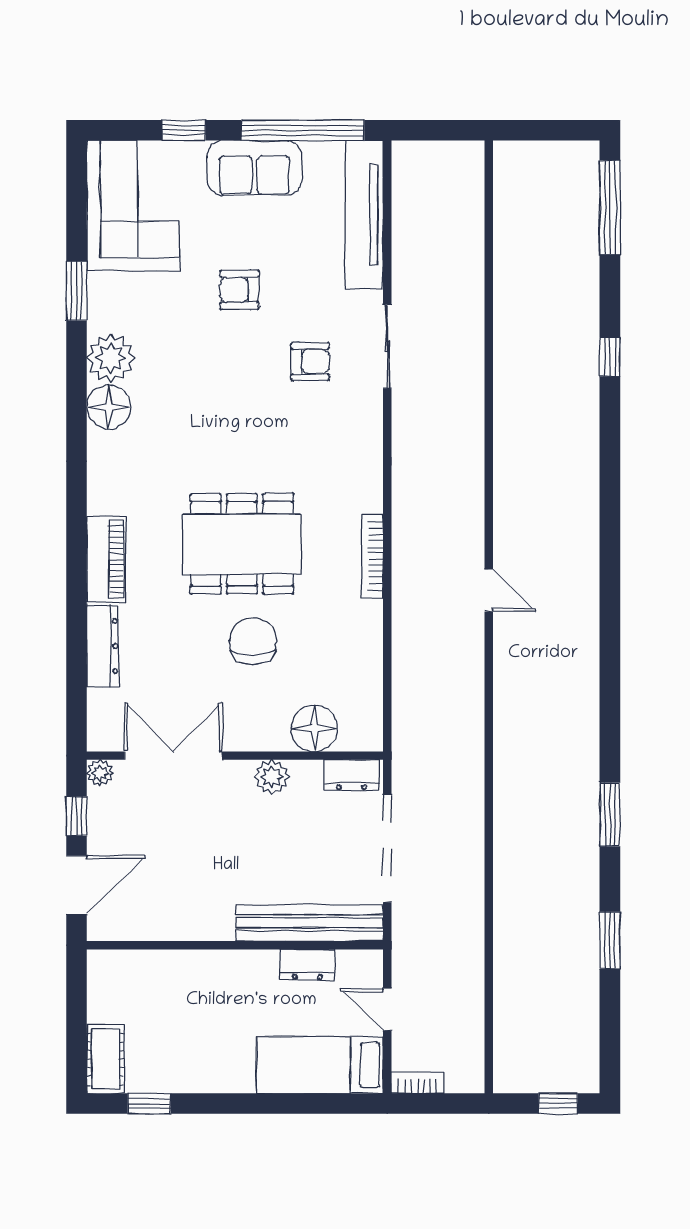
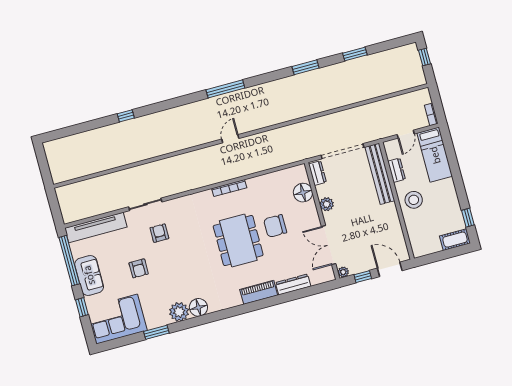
window: (610, 208) -> (225, 89), moved
stool: (226, 986) -> (414, 200), added

